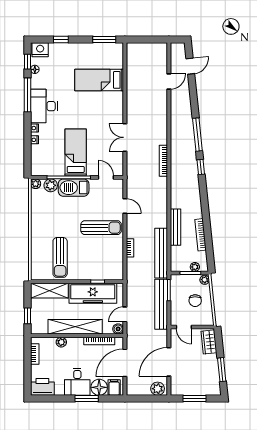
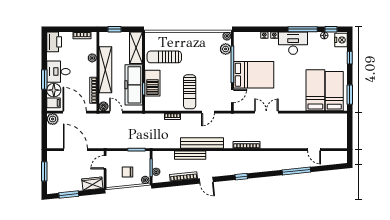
bed: (100, 58) -> (334, 91), added
door: (190, 66) -> (206, 180), moved
window: (197, 135) -> (296, 171), moved
bed: (76, 152) -> (254, 75), width x1.50
barbecue: (74, 188) -> (152, 83), moved, turned 180
bench: (161, 253) -> (202, 143), moved
bench: (161, 304) -> (124, 143), removed
plant: (158, 389) -> (53, 119), moved

